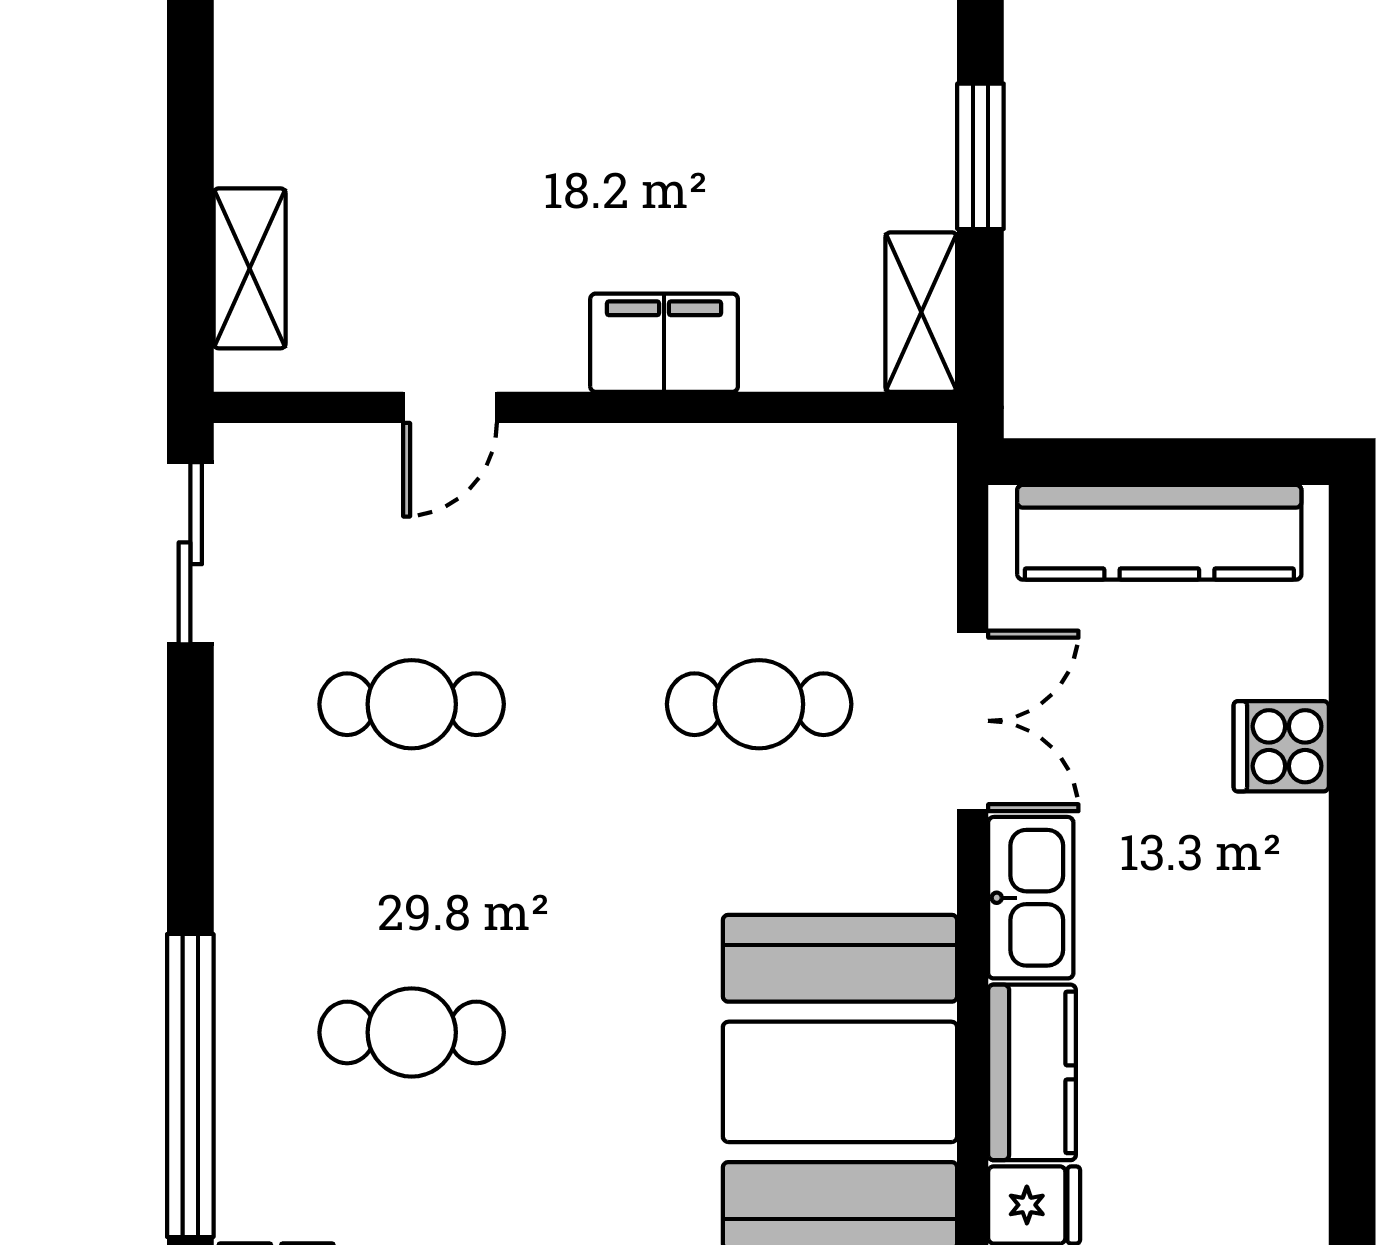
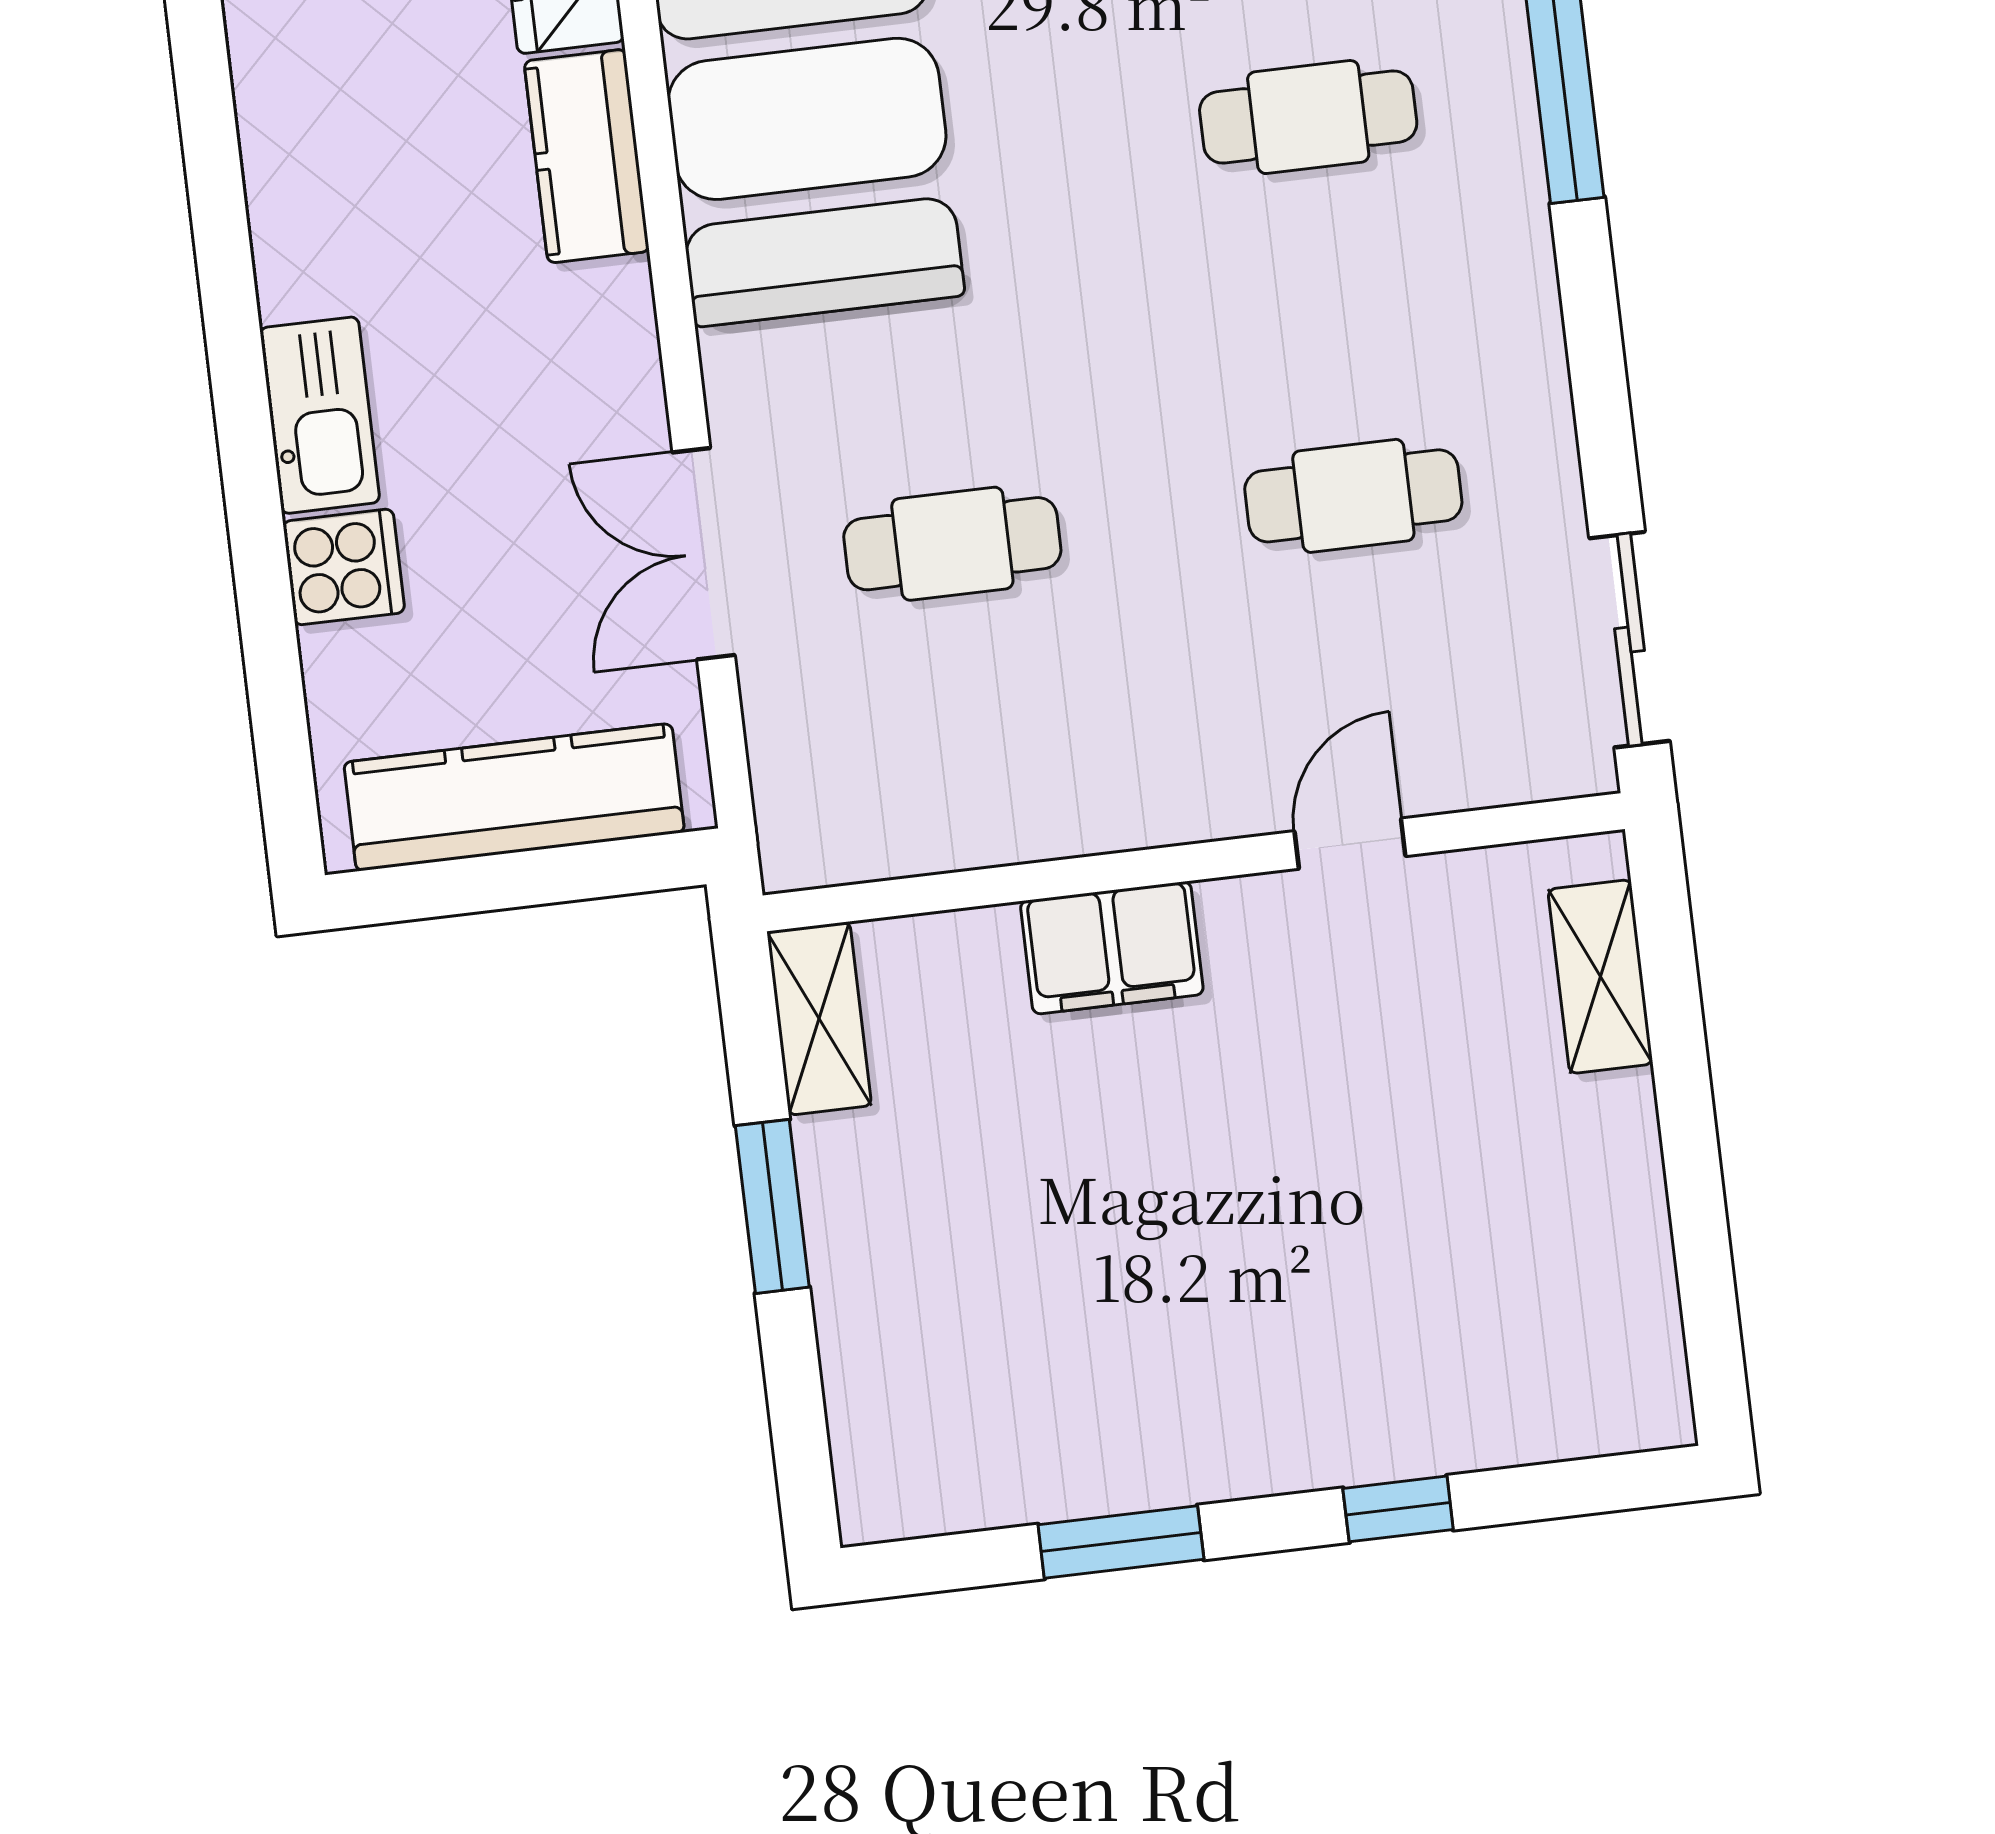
kitchen sink: (1031, 898) -> (320, 415), moved, turned 180

